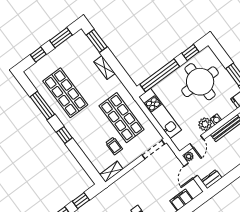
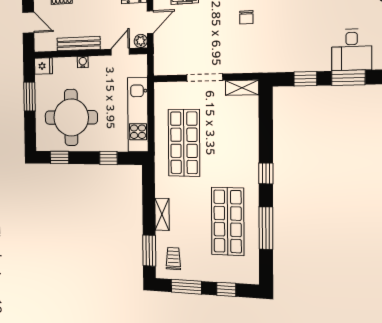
window: (160, 75) -> (108, 158), width x0.32
plant: (205, 124) -> (98, 65), removed
trolley: (114, 146) -> (173, 258), moved
doorway: (153, 149) -> (205, 78), moved

